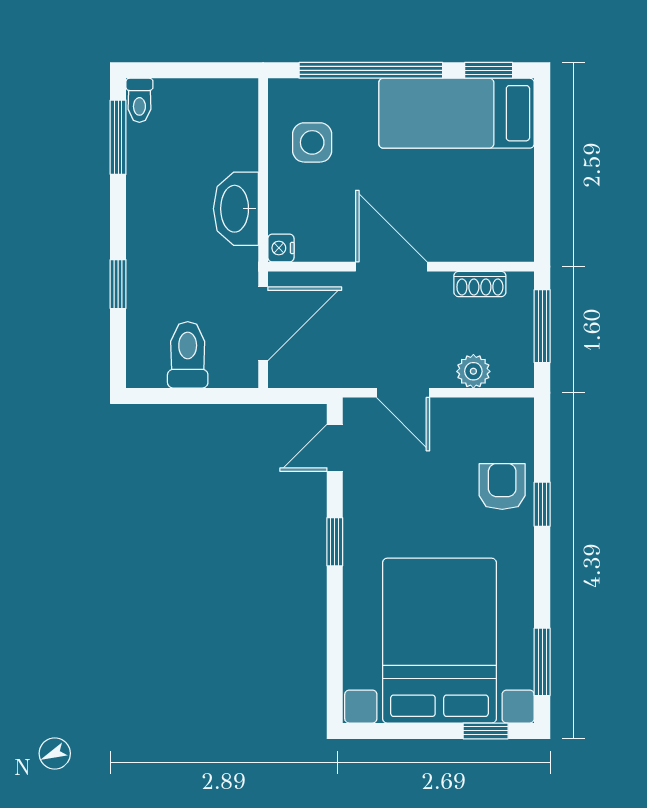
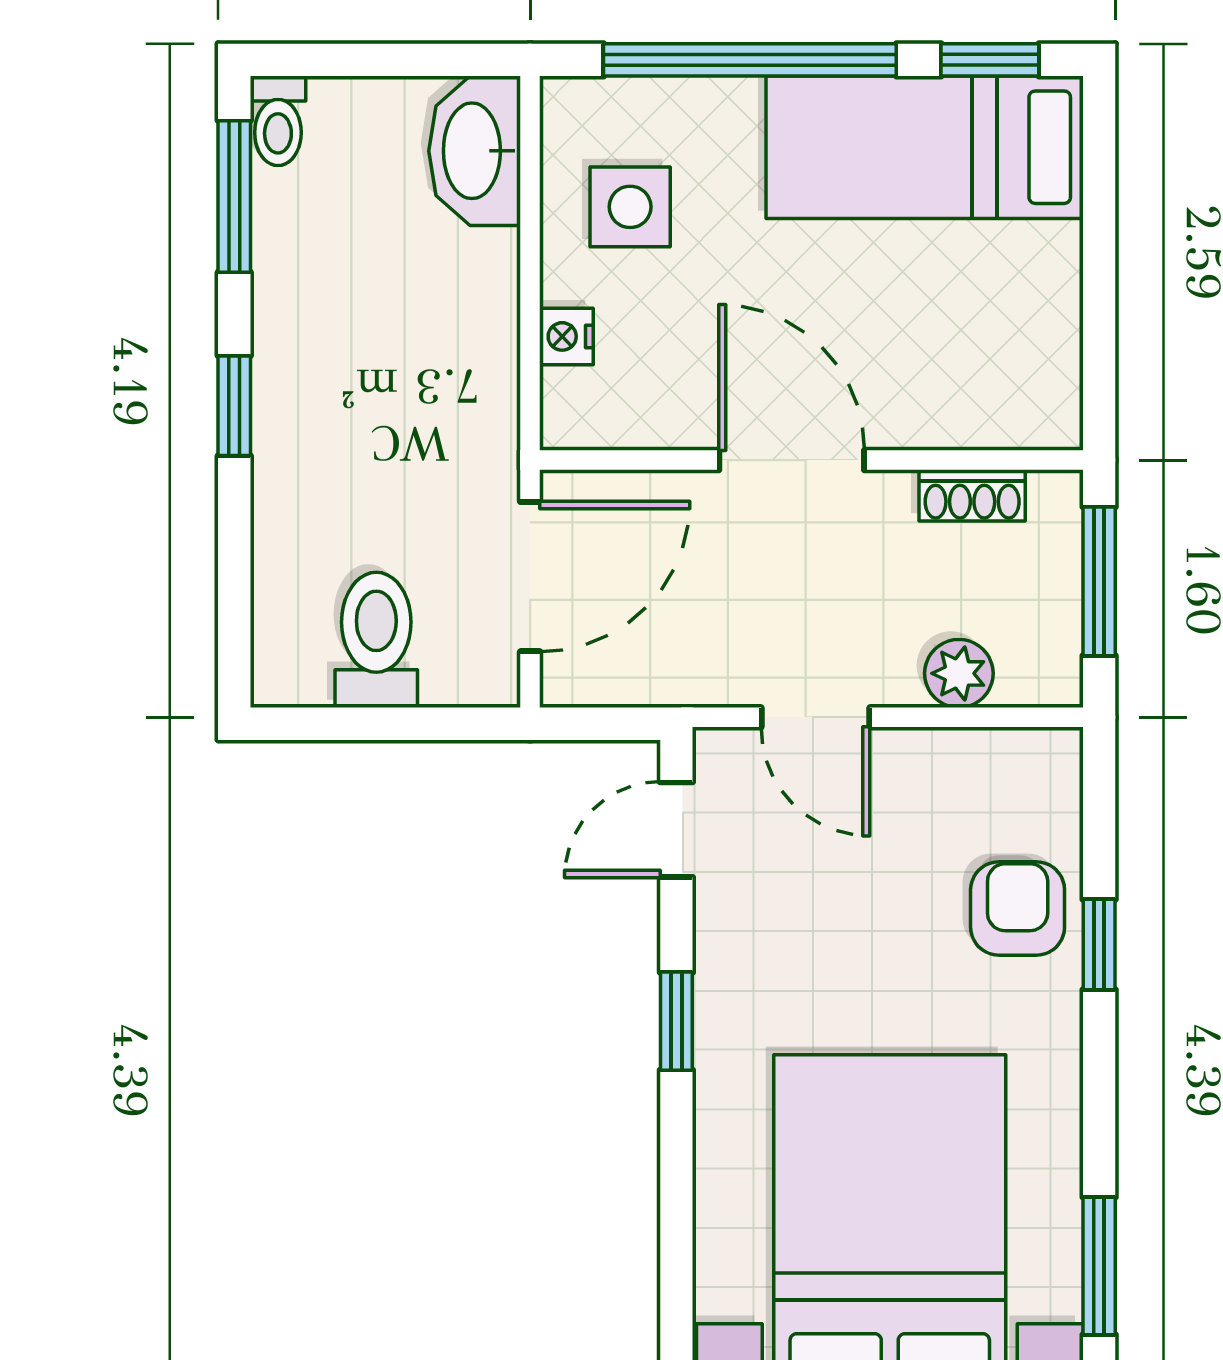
washbasin: (236, 209) -> (475, 151), moved
nightstand: (281, 248) -> (566, 336), moved
window: (118, 284) -> (234, 406), moved

